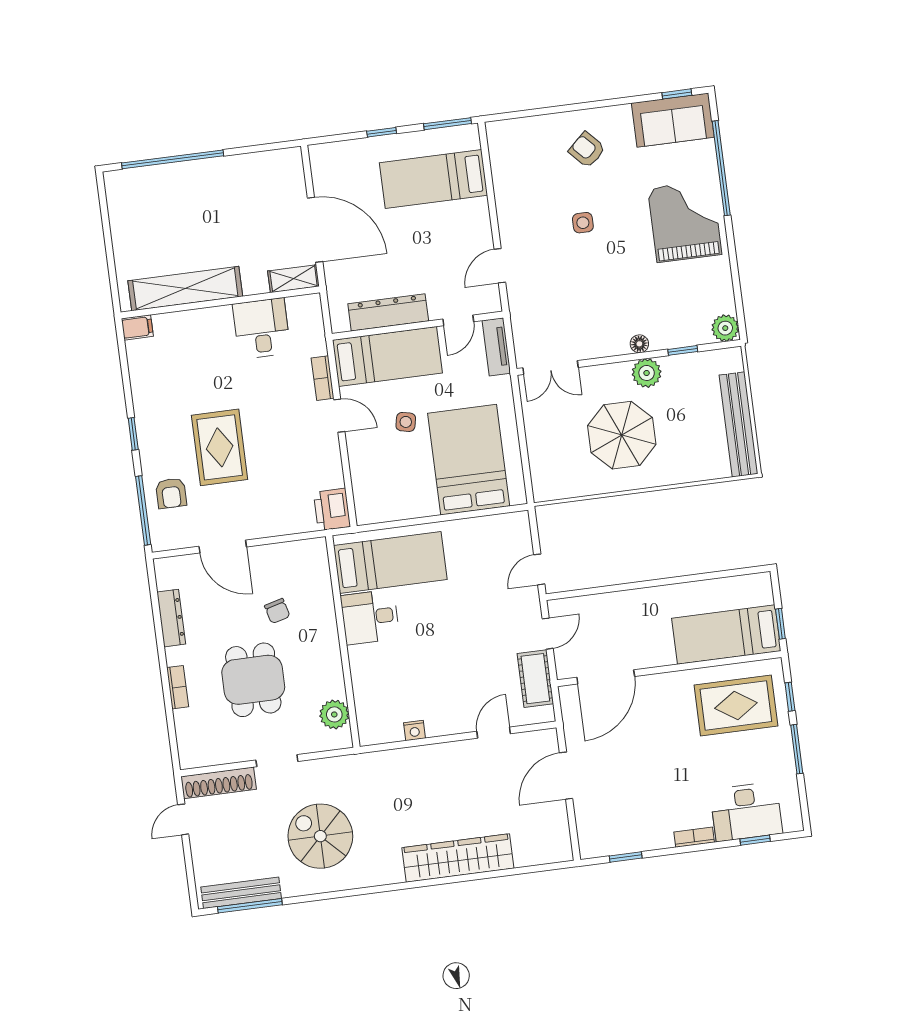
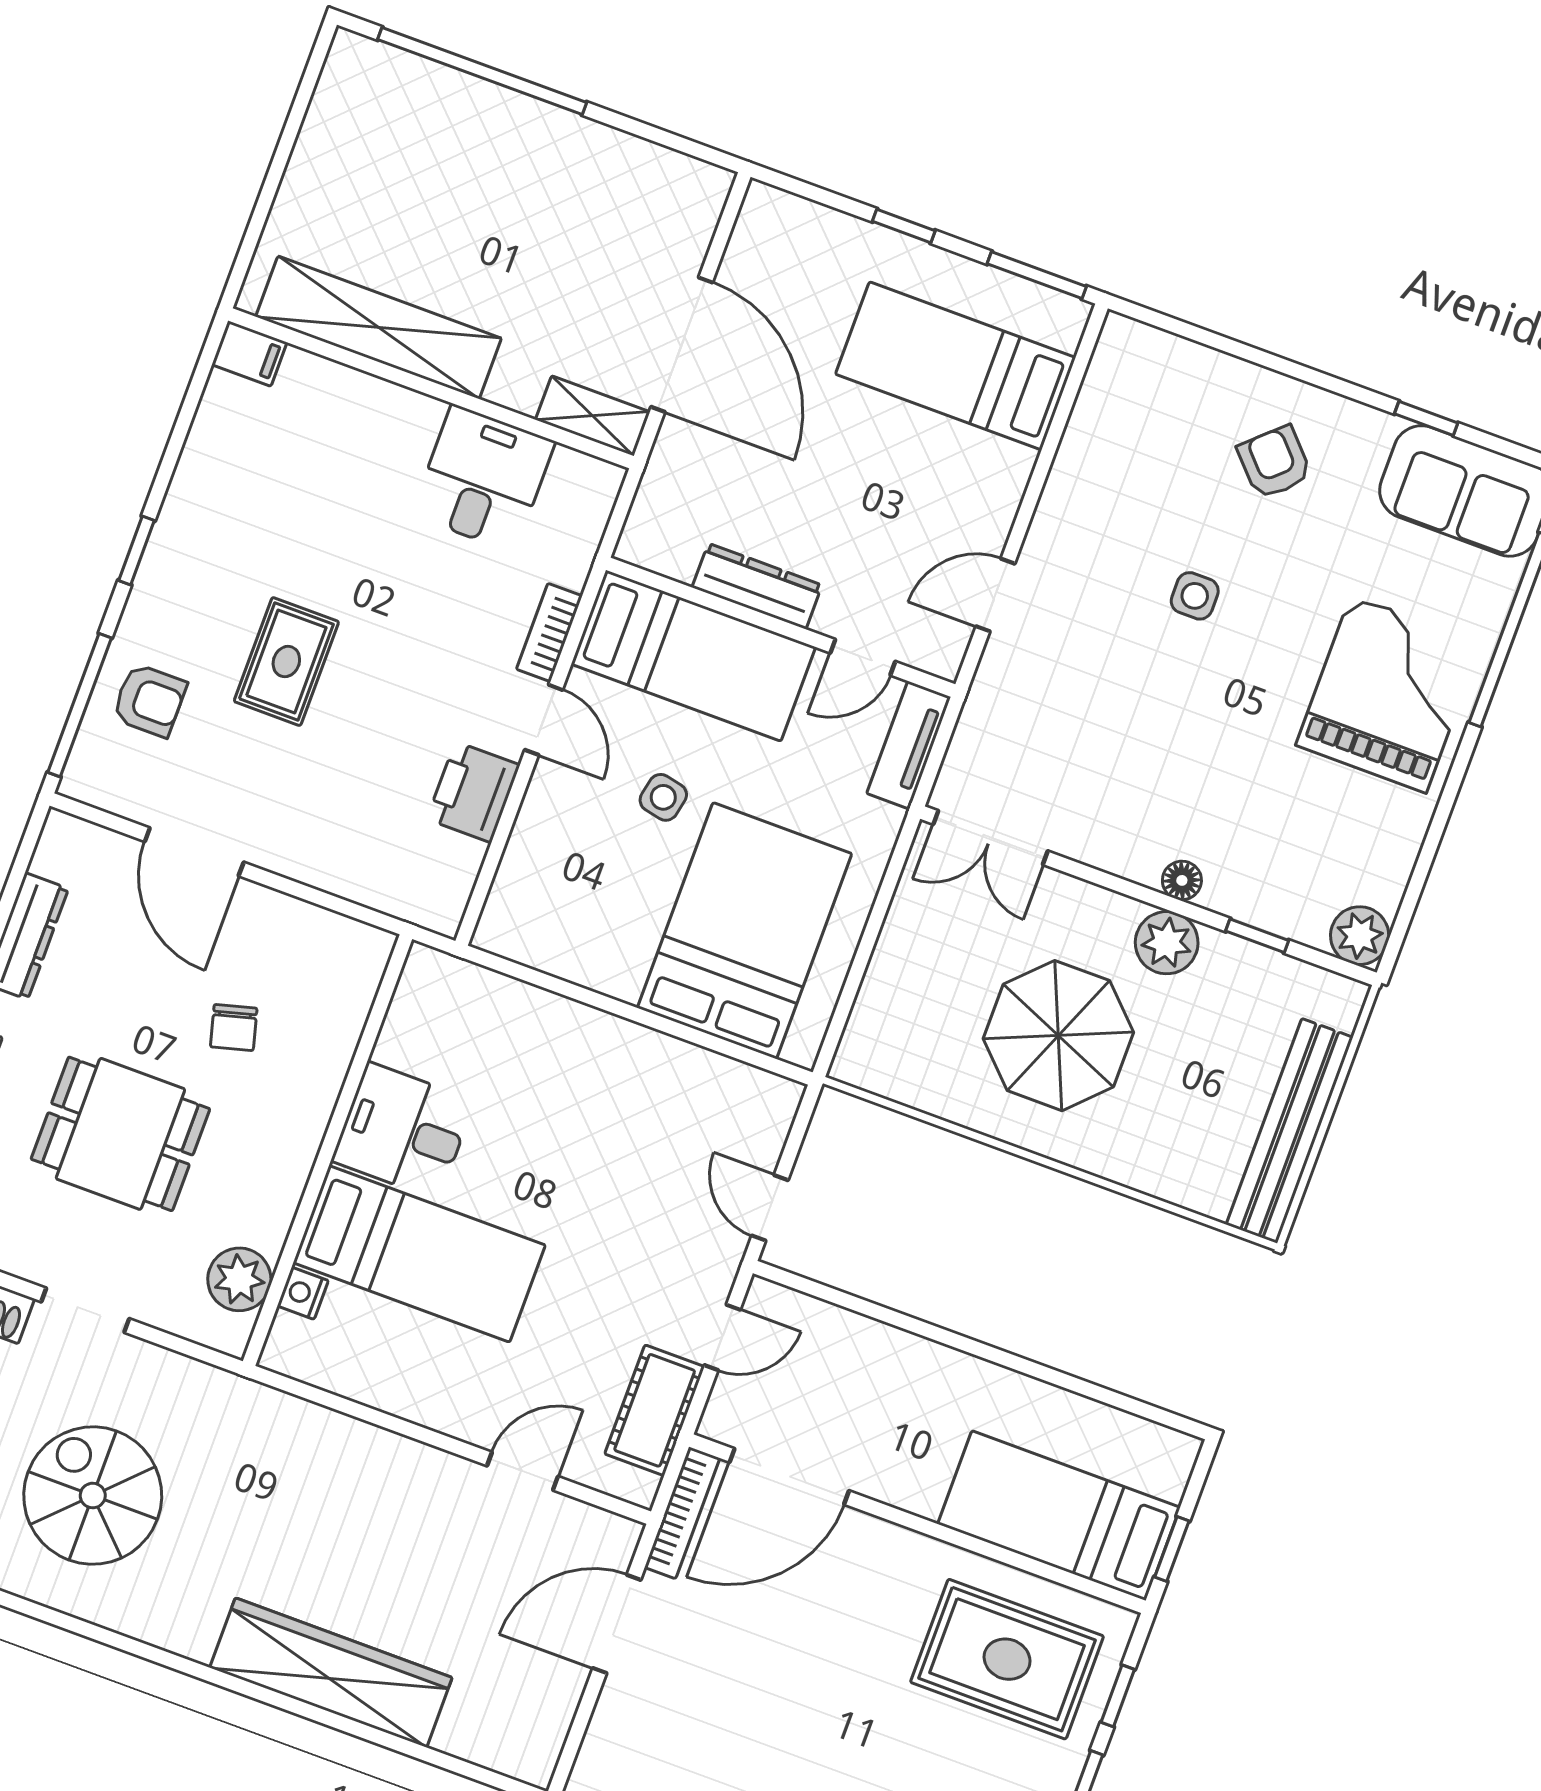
window: (677, 94) -> (1426, 418), moved
dresser: (388, 312) -> (757, 586), width x0.73, depth x0.80
rug: (220, 447) -> (286, 662), width x0.73, depth x0.70
armchair: (171, 493) -> (149, 700), turned -90
printer: (332, 509) -> (473, 792), moved
bed: (390, 563) -> (419, 1254), moved
door: (539, 569) -> (770, 1208), hinge flipped
dining table: (253, 680) -> (120, 1134), turned 90
bookcase: (569, 715) -> (682, 1513), added
nightstand: (415, 730) -> (303, 1293), moved, turned 90

